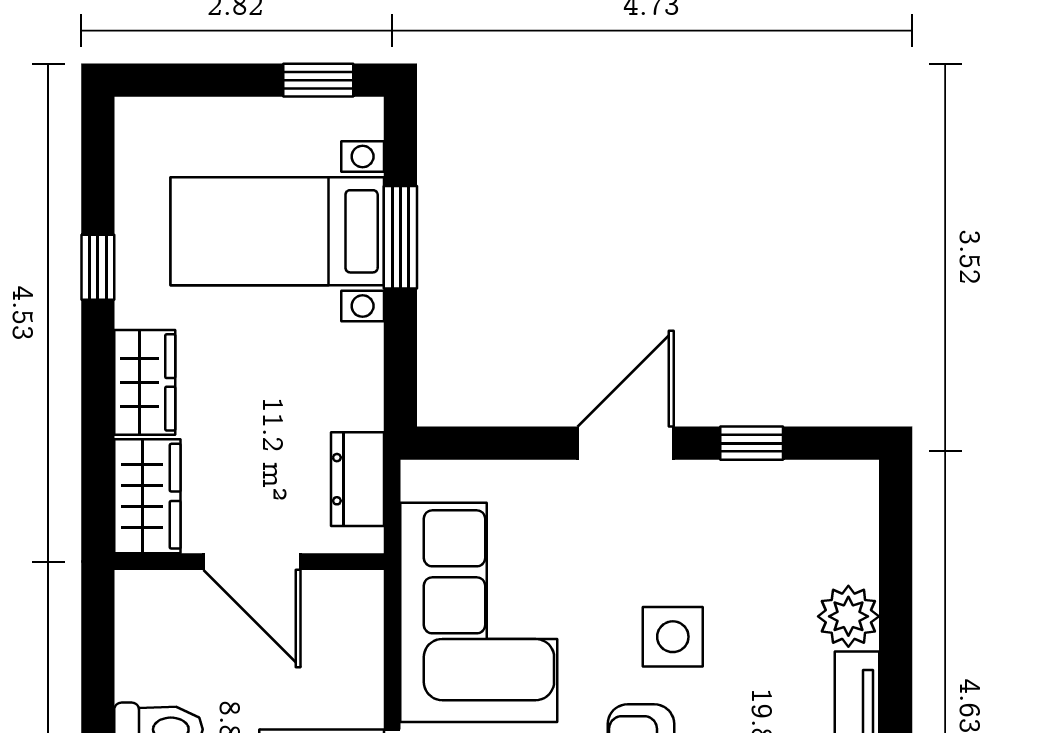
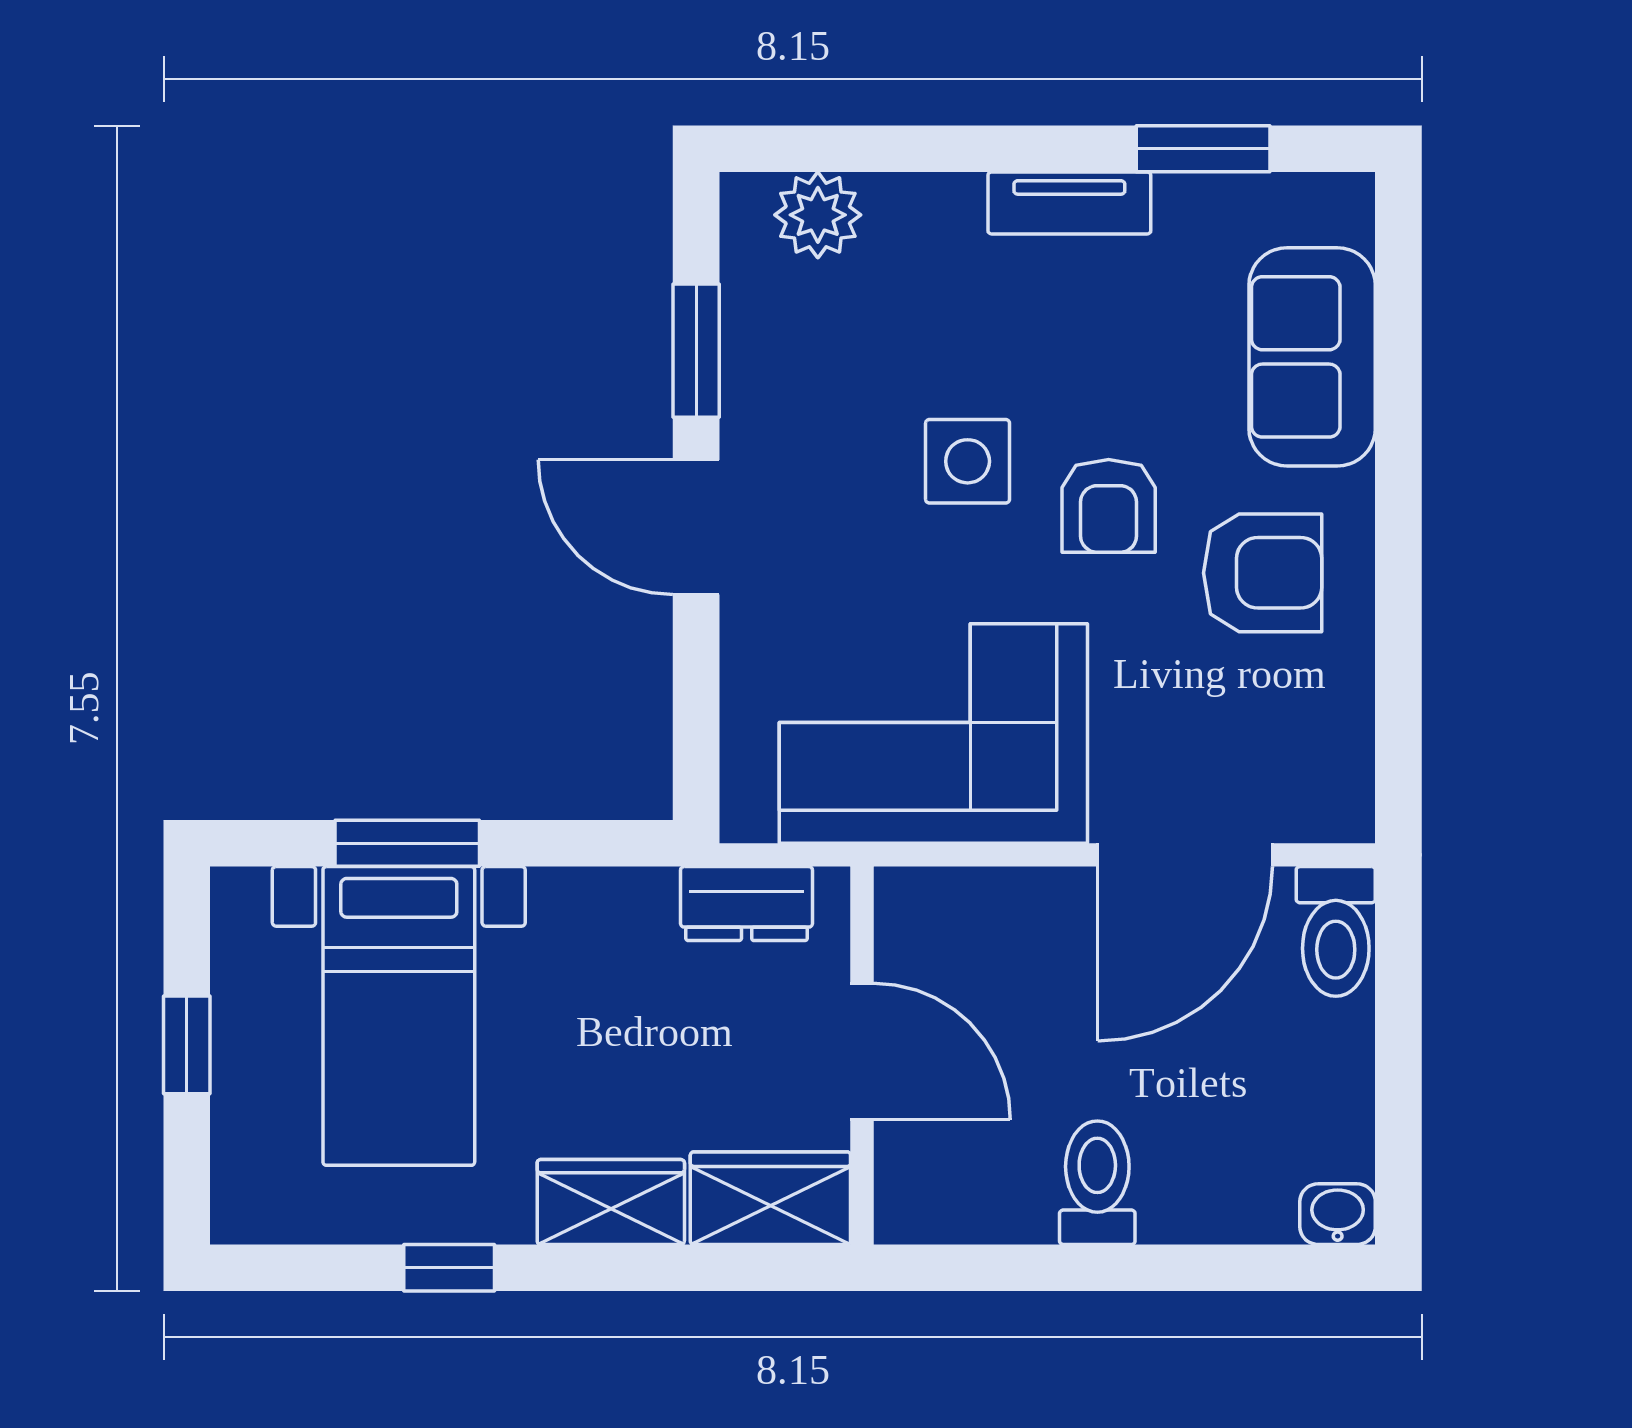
window: (318, 80) -> (187, 1045), moved
window: (752, 443) -> (696, 351), width x1.50
door: (252, 562) -> (862, 1052), hinge flipped
plant: (848, 616) -> (818, 215), moved

